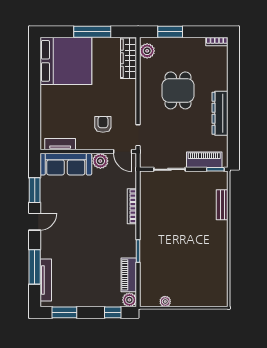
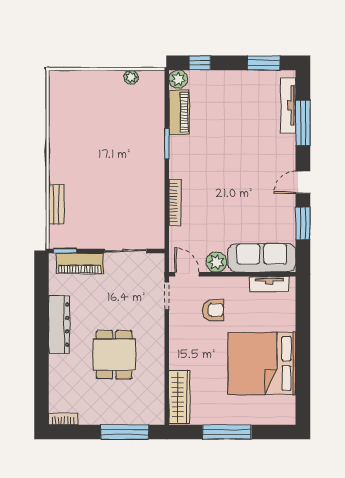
window: (170, 32) -> (125, 432), width x1.44
plant: (147, 51) -> (155, 407), removed
bed: (66, 61) -> (262, 363), moved
armchair: (103, 124) -> (213, 310), turned -90

